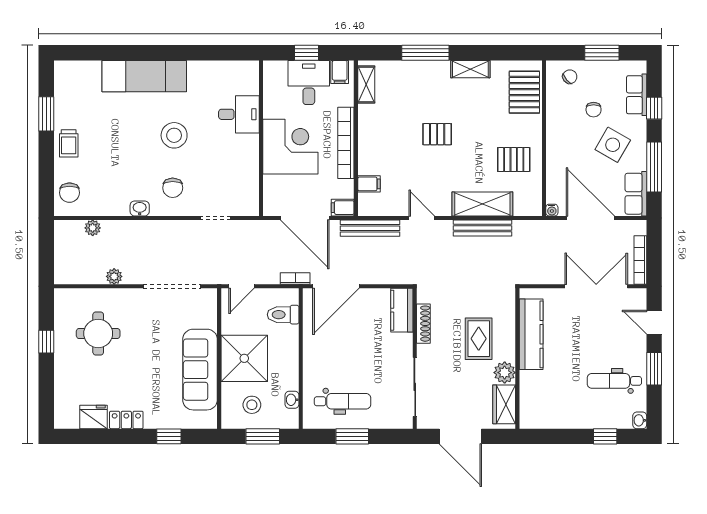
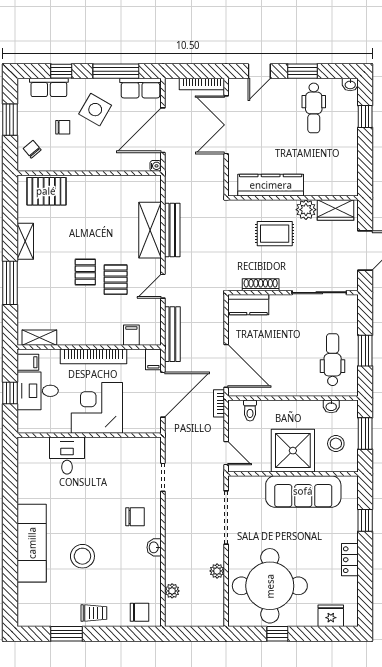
stool: (174, 135) -> (82, 556), moved
pallet: (514, 160) -> (116, 280), moved
toilet: (283, 315) -> (250, 411), width x0.73, depth x0.72
round table: (98, 333) -> (270, 586), width x1.86, depth x1.86
fridge: (94, 417) -> (331, 616), moved, turned 90

